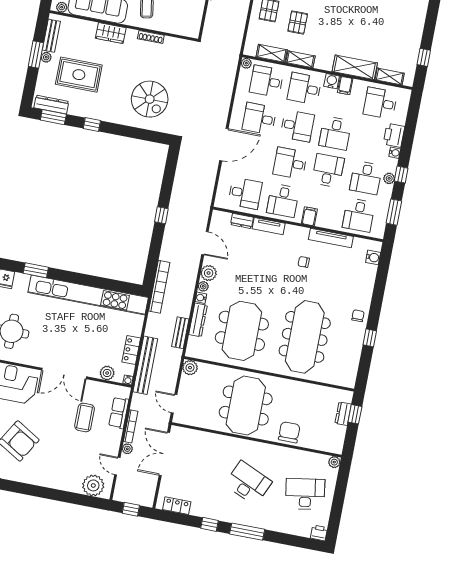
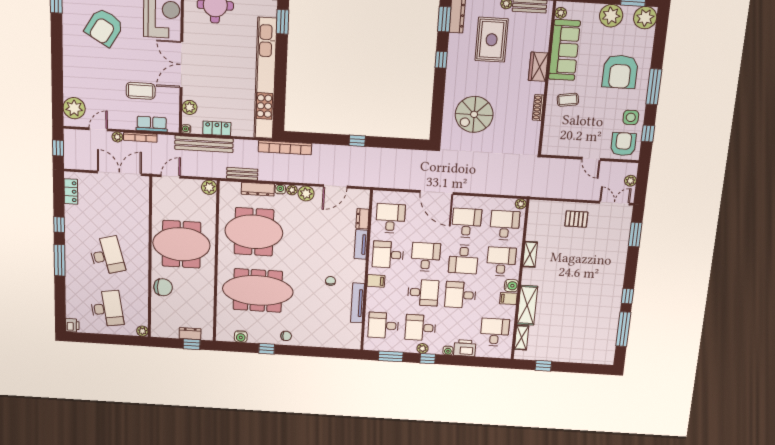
pallet: (298, 22) -> (566, 247), removed
shelving: (272, 53) -> (533, 227), removed
desk: (245, 193) -> (390, 218), turned 180
water cooler: (373, 257) -> (241, 337), moved
desk: (248, 483) -> (107, 256), turned -39

